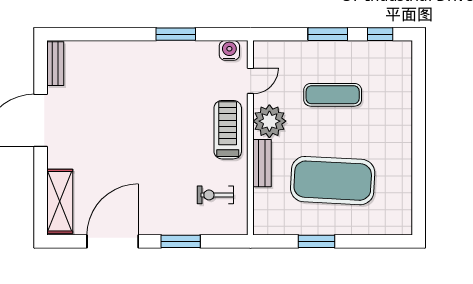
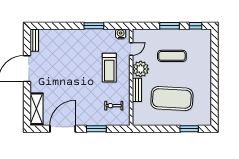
treadmill: (228, 130) -> (109, 68), moved, turned 180
window: (317, 241) -> (189, 129), moved

